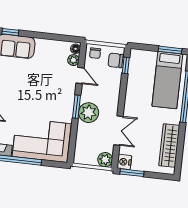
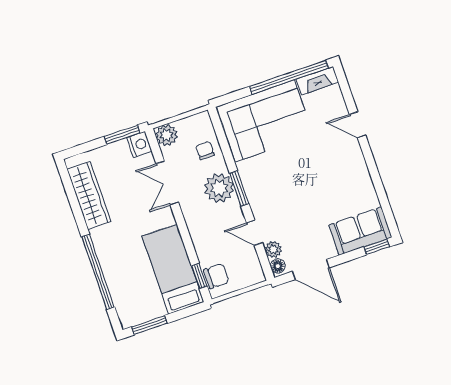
door: (57, 37) -> (311, 270), added
chair: (95, 53) -> (205, 151), moved
bed: (167, 80) -> (173, 269), moved

